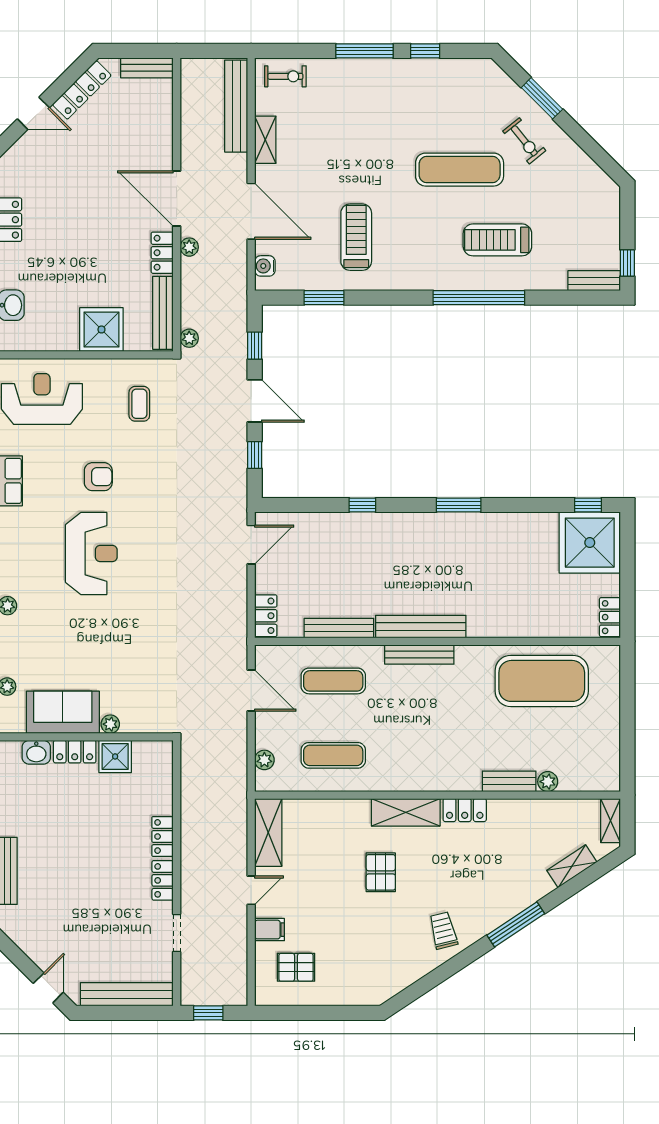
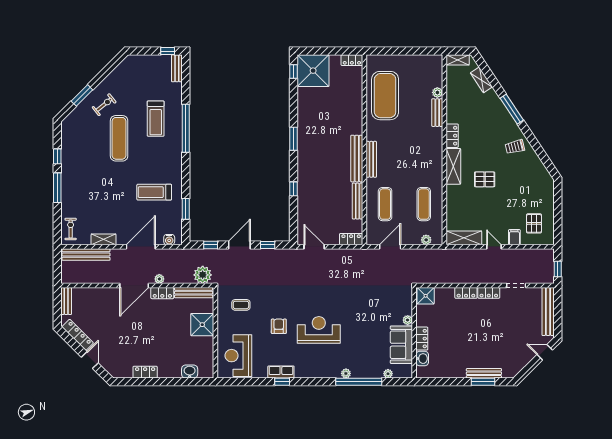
plant: (189, 338) -> (203, 275), width x1.87, depth x1.87
shower: (115, 756) -> (426, 296), moved

